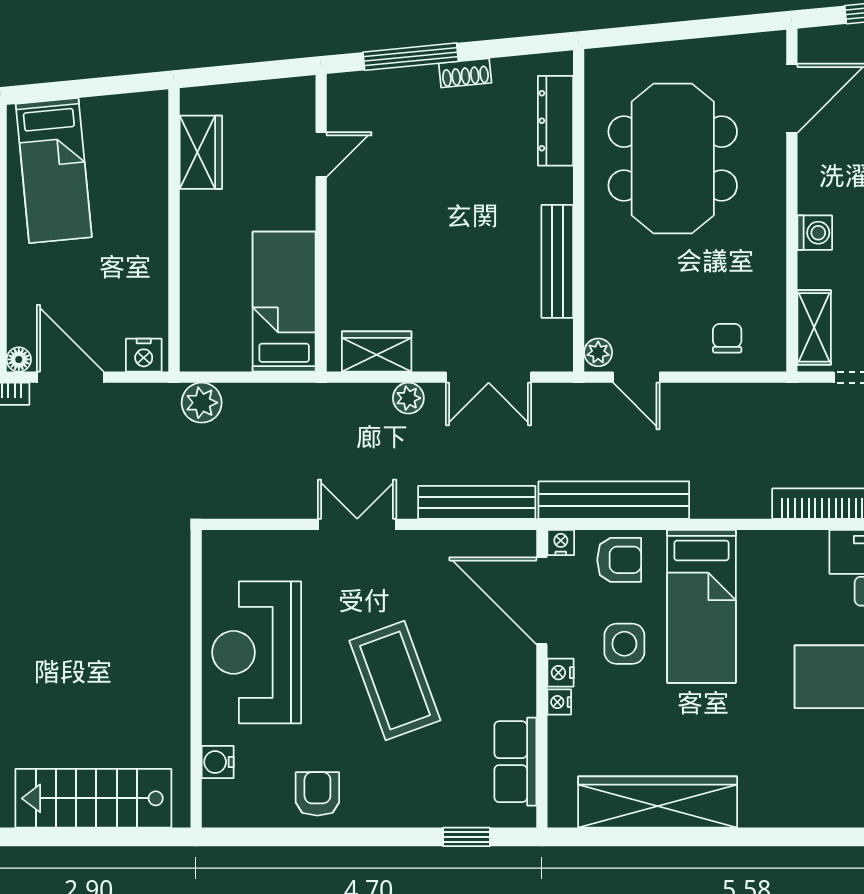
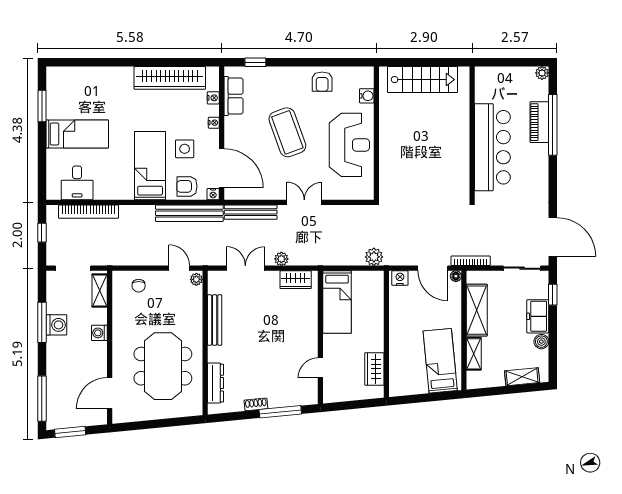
double door: (357, 524) -> (304, 202), swing flipped
nightstand: (560, 673) -> (213, 98), moved

